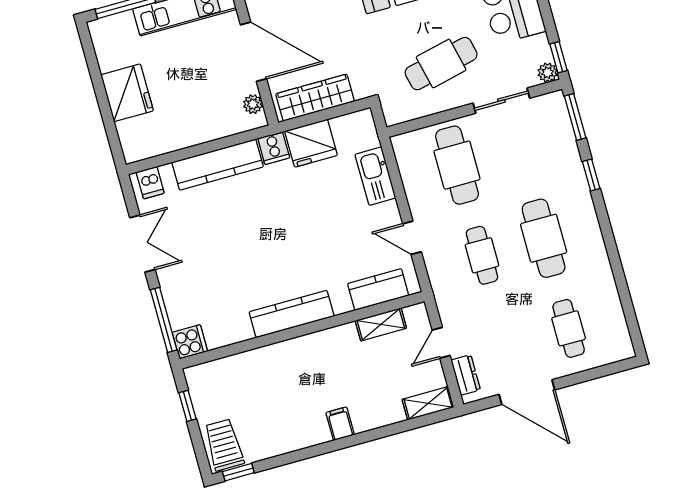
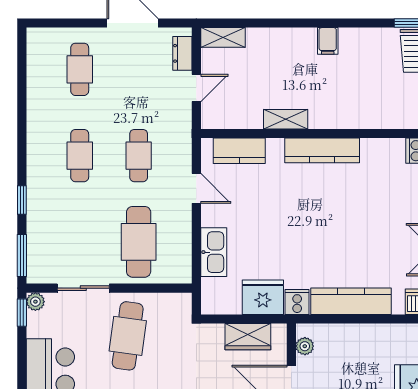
cafe table: (441, 64) -> (128, 336), turned -69
wardrobe: (315, 98) -> (248, 337), width x0.67
cafe table: (544, 238) -> (80, 156), width x0.73, depth x0.74
shelving: (381, 324) -> (286, 119), moved
filing cabinet: (340, 424) -> (328, 41), moved

